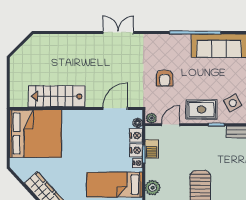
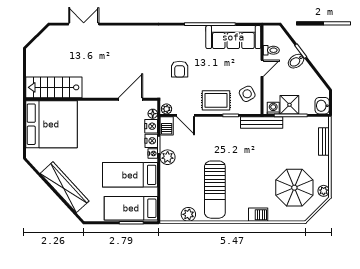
double door: (118, 33) -> (84, 24), moved
stairs: (57, 96) -> (54, 87), moved
door: (171, 125) -> (186, 115), swing flipped
barbecue: (152, 149) -> (167, 126), moved
plant: (153, 188) -> (168, 157), moved

